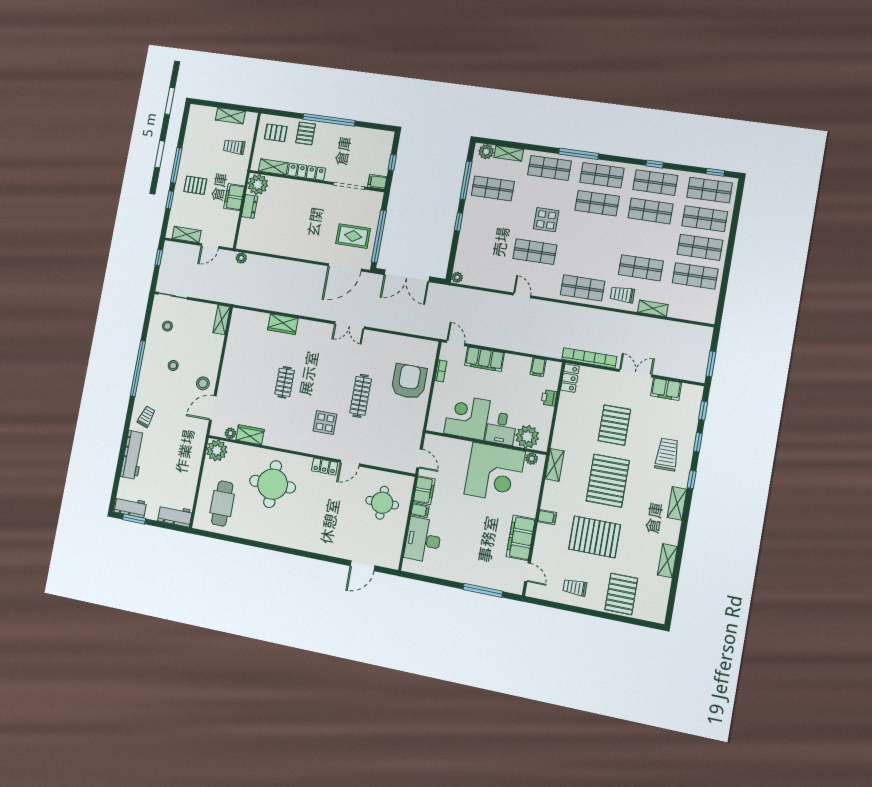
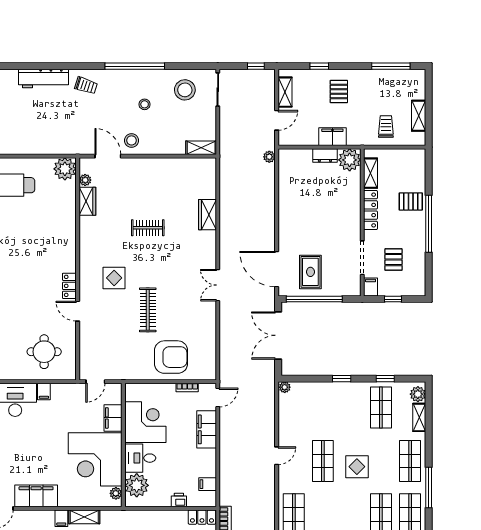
pallet: (276, 133) -> (393, 260), moved
window: (176, 165) -> (391, 66), moved
window: (466, 180) -> (385, 379), width x0.46
door: (210, 246) -> (277, 120), swing flipped
stool: (167, 326) -> (185, 90), width x1.89, depth x1.89
clothes rail: (361, 396) -> (148, 310), turned 90
shelving: (555, 465) -> (84, 517), moved
round table: (273, 484) -> (41, 235), removed
filing cabinet: (424, 490) -> (113, 418), moved, turned 90

